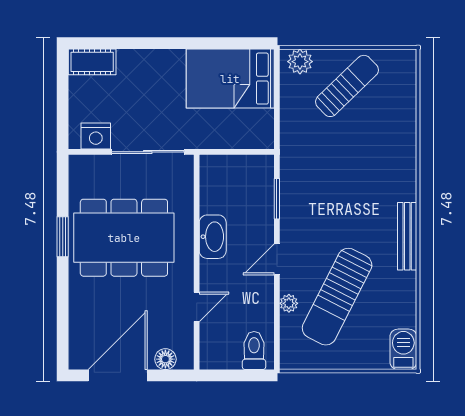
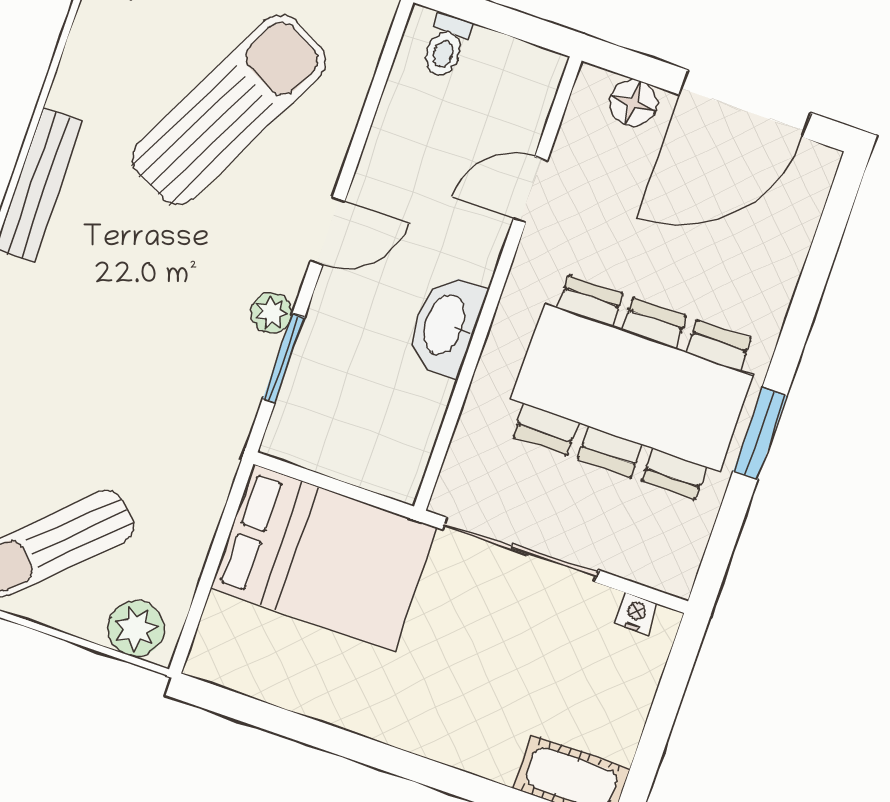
bed: (230, 79) -> (324, 558), moved
nightstand: (96, 136) -> (636, 613), width x0.53, depth x0.56
plant: (289, 303) -> (271, 313), moved
toilet: (254, 351) -> (446, 46), width x0.73, depth x0.72

